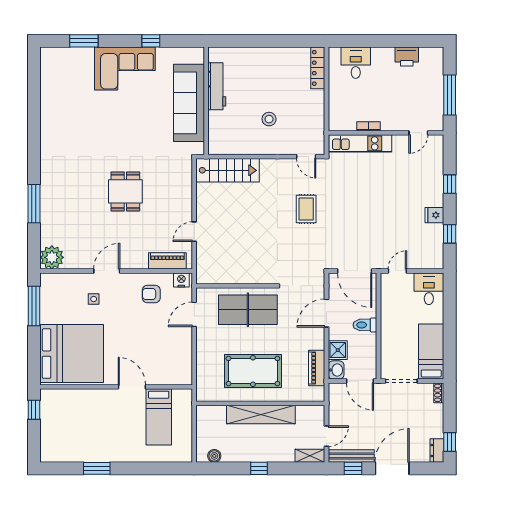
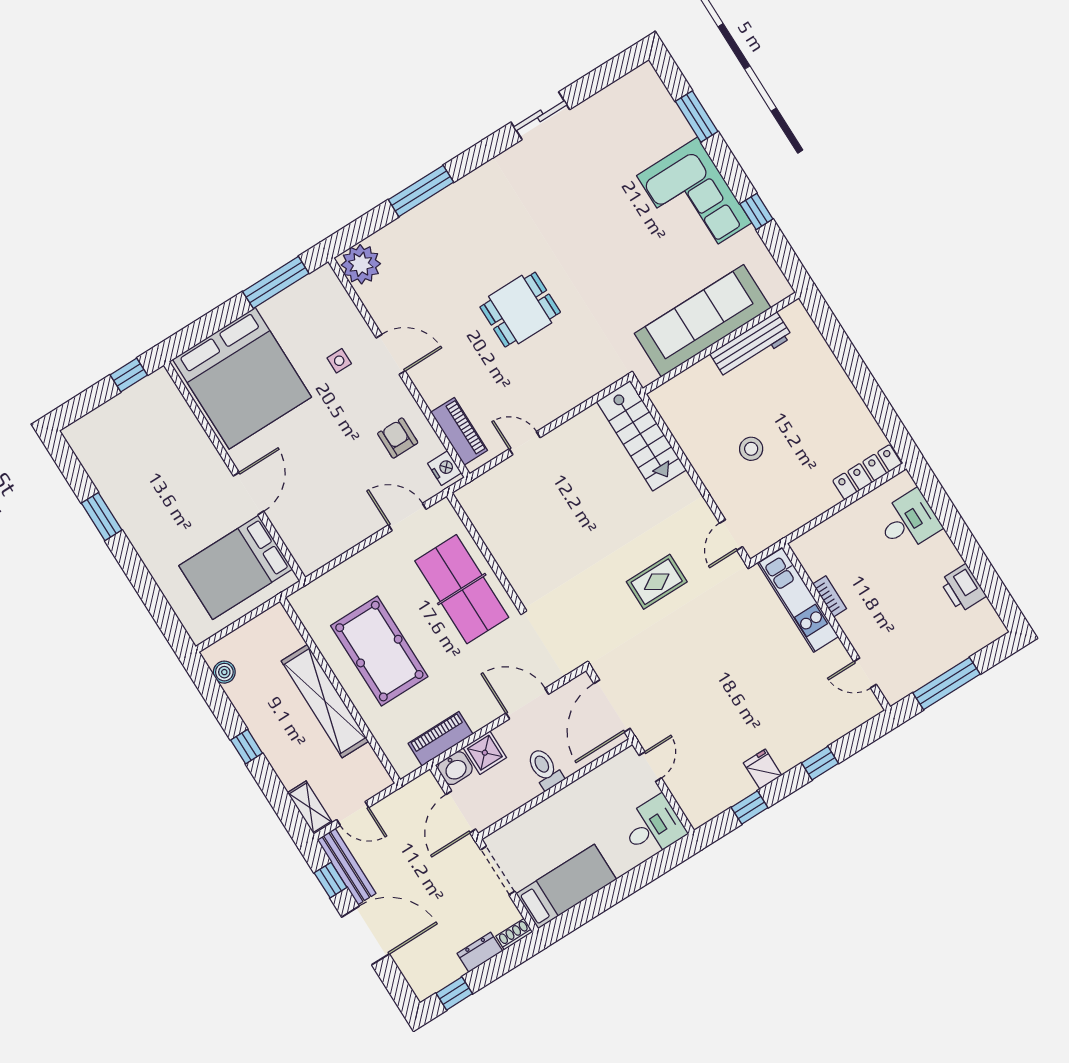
sliding door: (34, 120) -> (540, 116), added
door: (397, 271) -> (650, 767), hinge flipped
bed: (159, 417) -> (236, 567), width x1.50
dresser: (437, 451) -> (480, 952), moved

